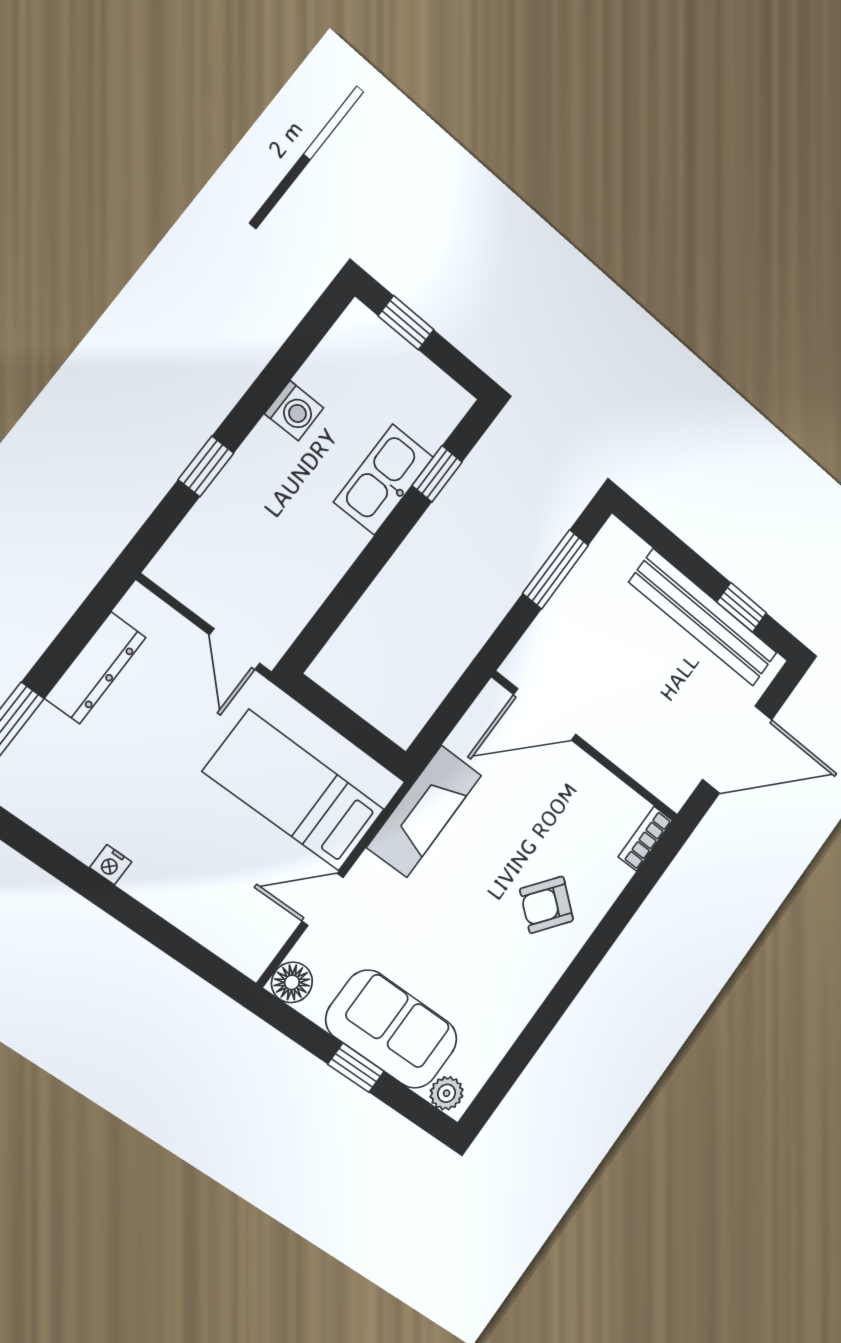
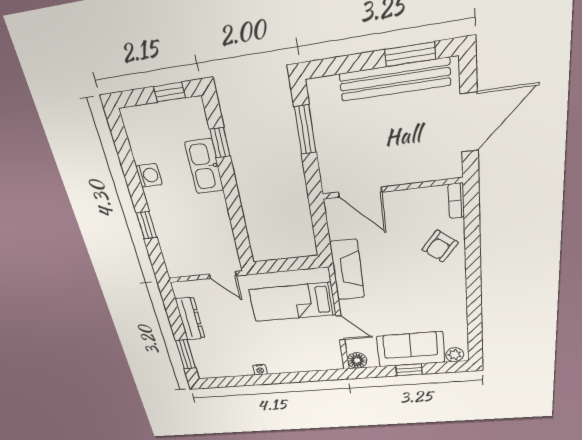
window: (406, 323) -> (170, 92), moved
window: (742, 607) -> (410, 54), width x1.50
door: (545, 714) -> (360, 192), hinge flipped
door: (323, 899) -> (340, 328), swing flipped
armchair: (547, 905) -> (440, 246), moved

